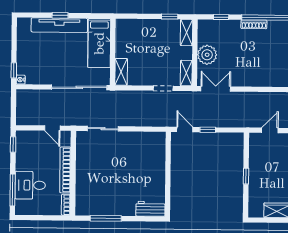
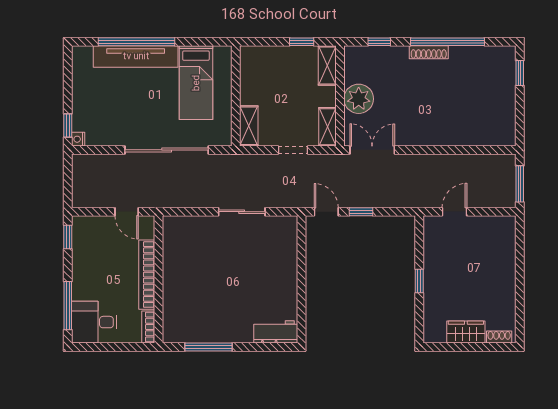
window: (60, 15) -> (137, 42), width x3.17
wall: (113, 52) -> (236, 96), moved
shelving: (121, 72) -> (249, 126), moved
sliding door: (103, 129) -> (242, 212), moved
desk: (30, 185) -> (94, 322), moved

